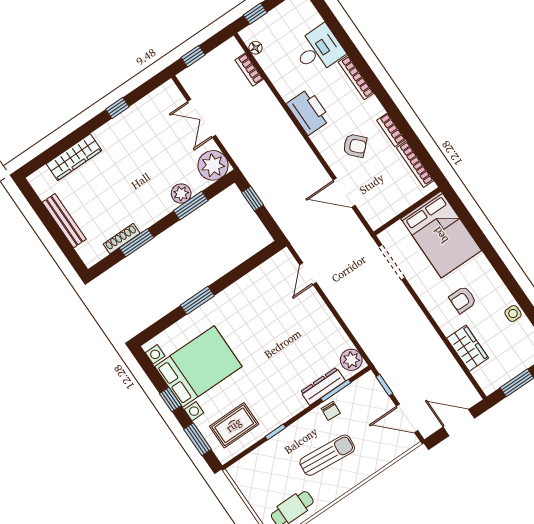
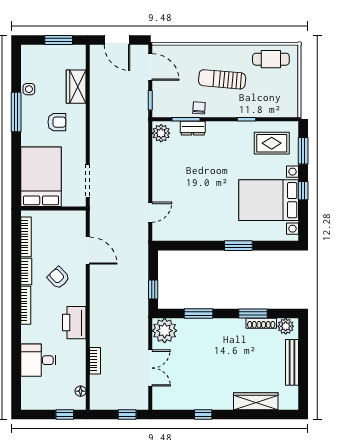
bookcase: (249, 69) -> (95, 361), moved
bookcase: (356, 78) -> (26, 305), moved
plant: (181, 194) -> (286, 326), moved
window: (510, 282) -> (16, 112), added
dresser: (323, 386) -> (193, 128), width x0.70

